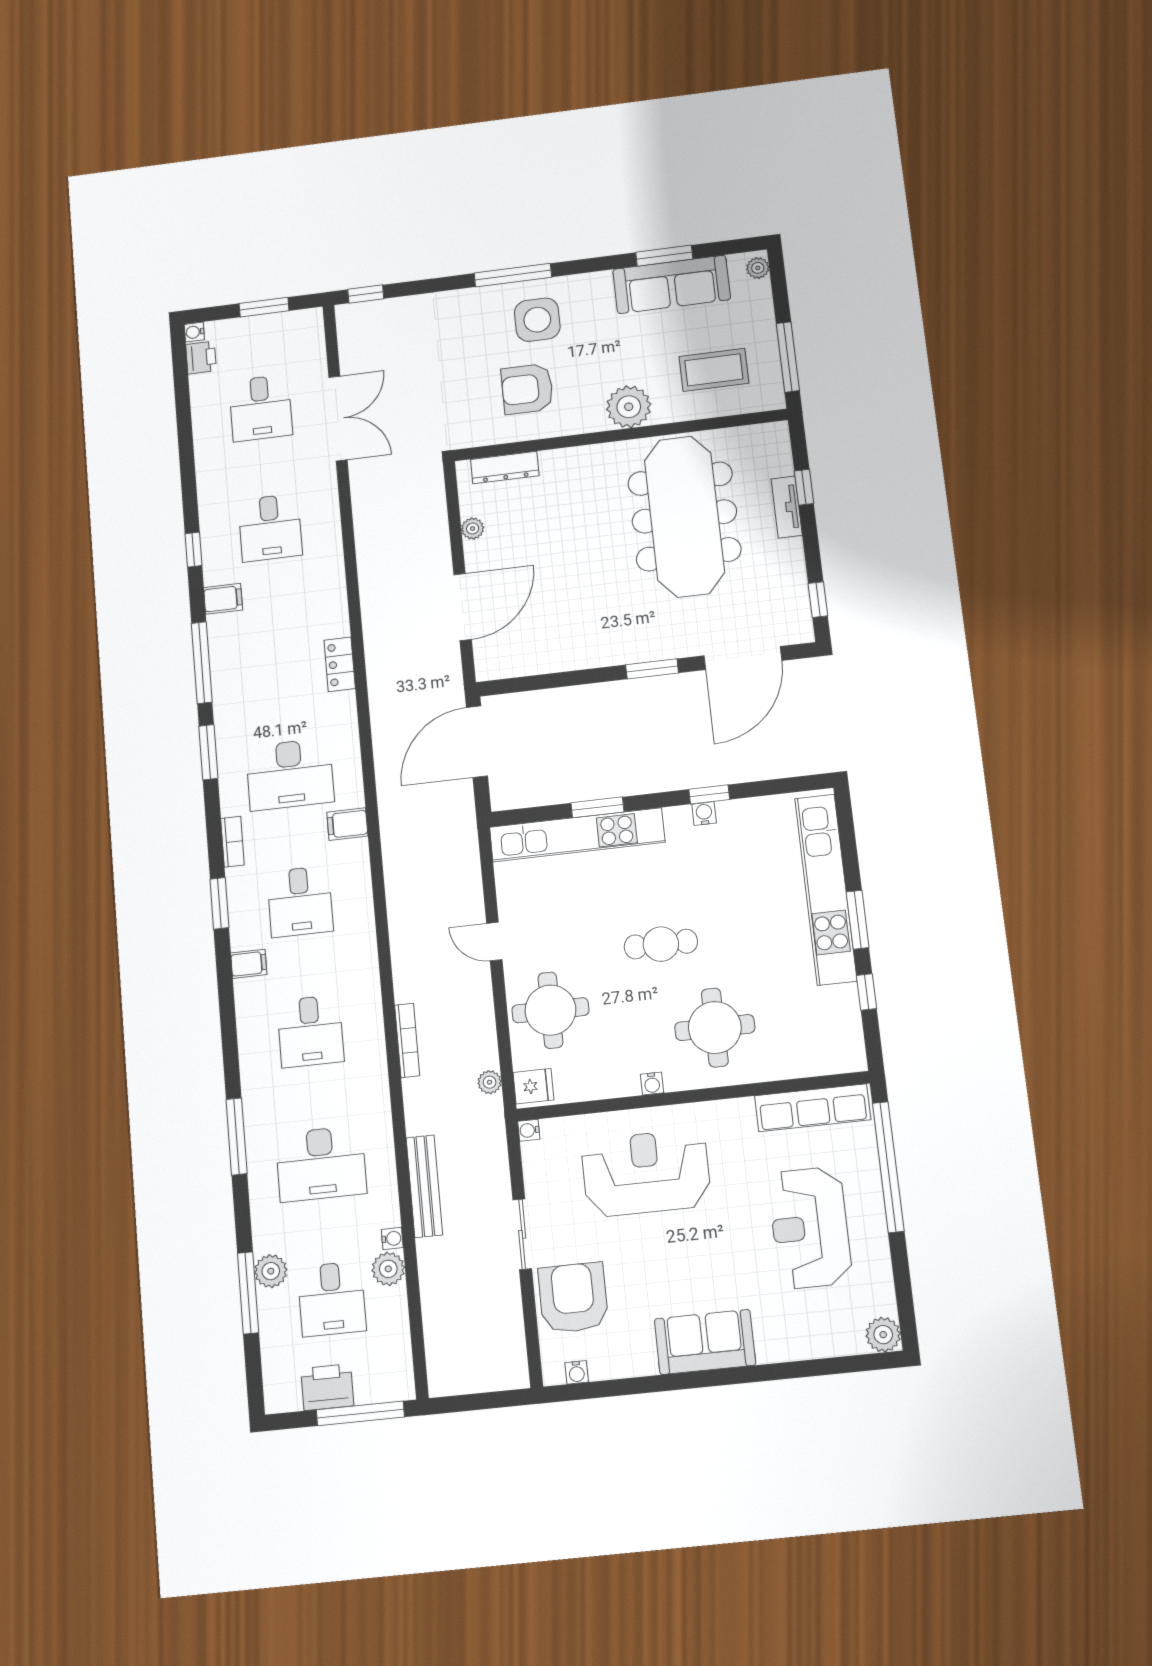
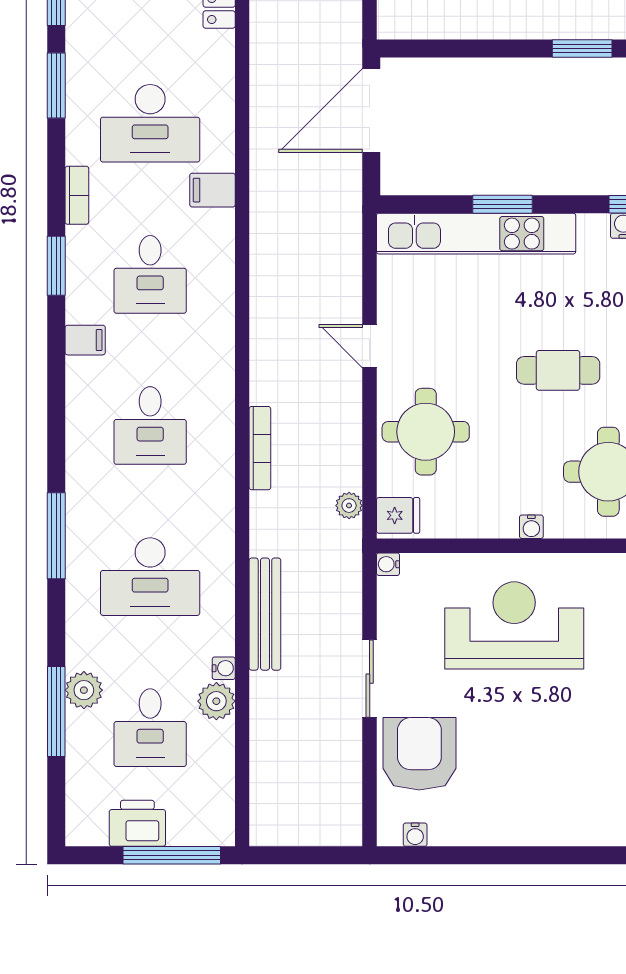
sofa: (705, 1342) -> (559, 816), removed

